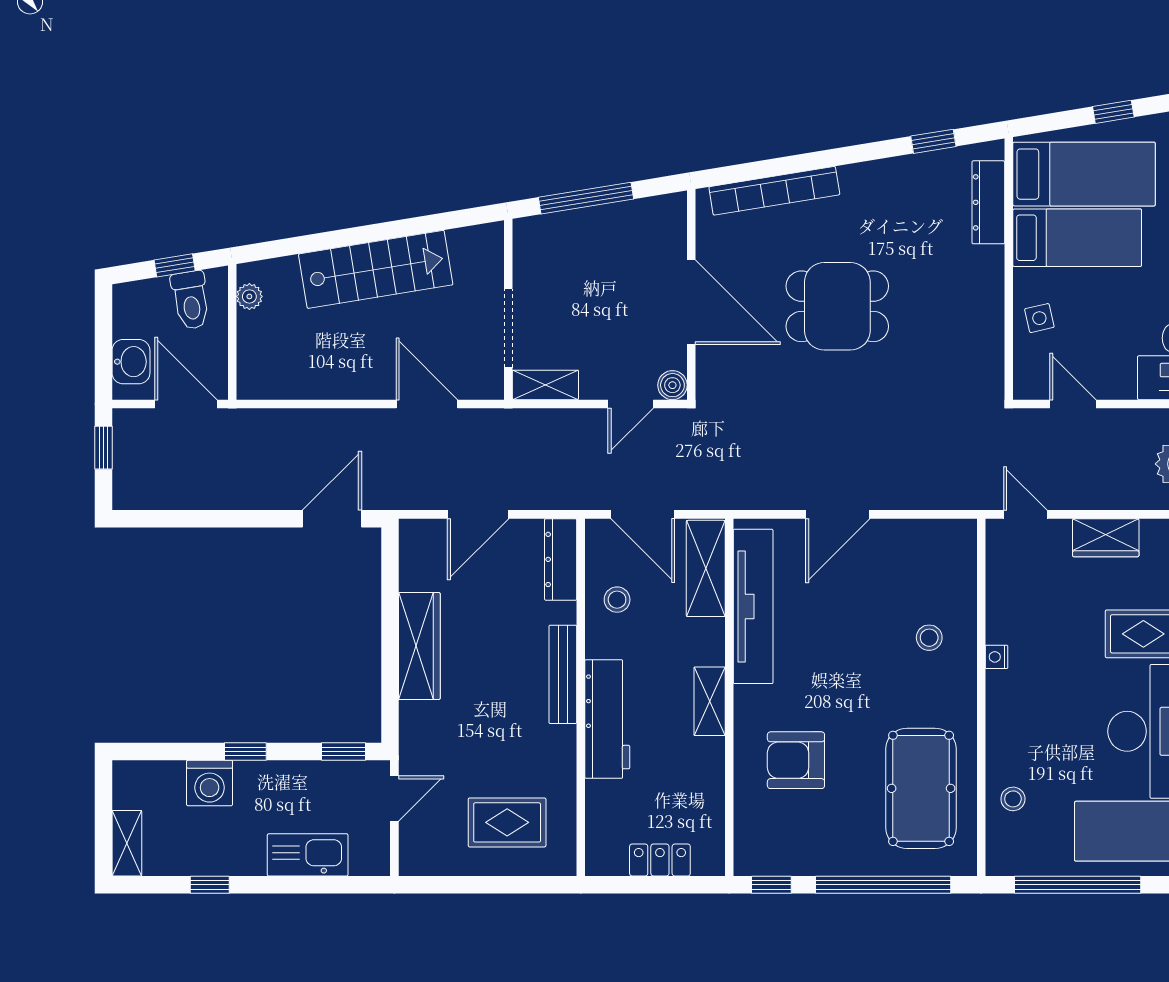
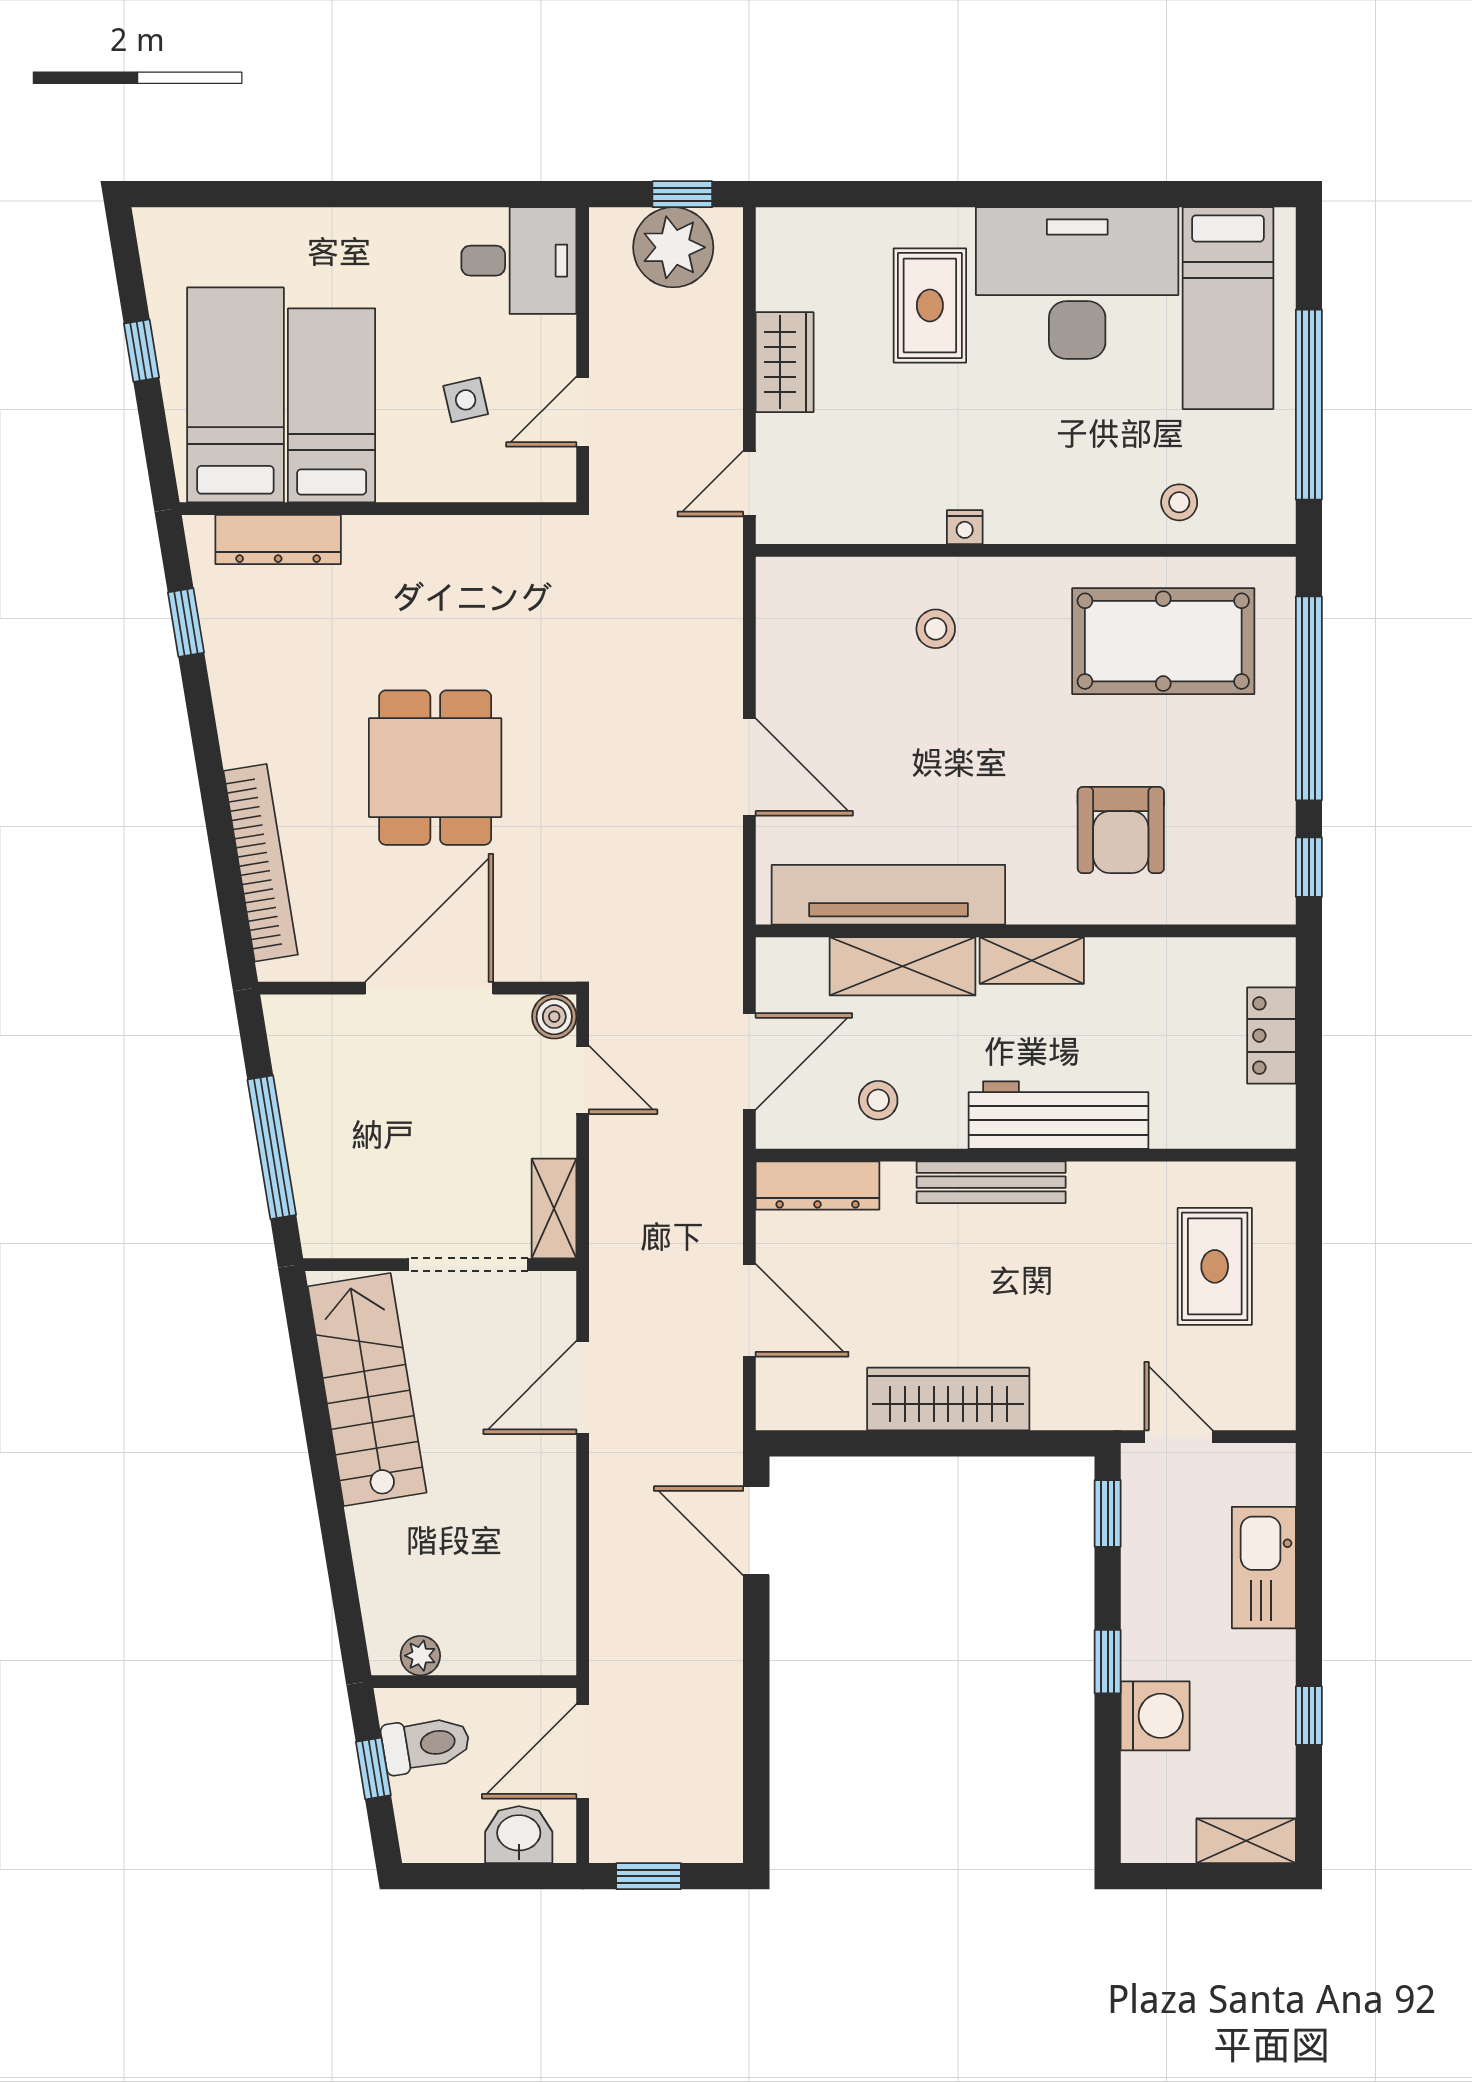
stairs: (376, 269) -> (367, 1390), moved
side table: (1039, 318) -> (466, 400), moved
shelving: (706, 568) -> (903, 966), moved

